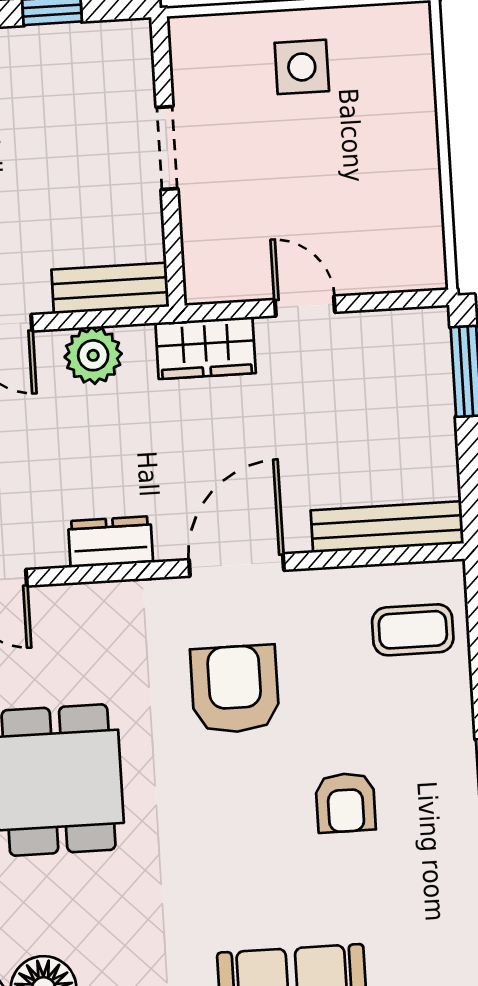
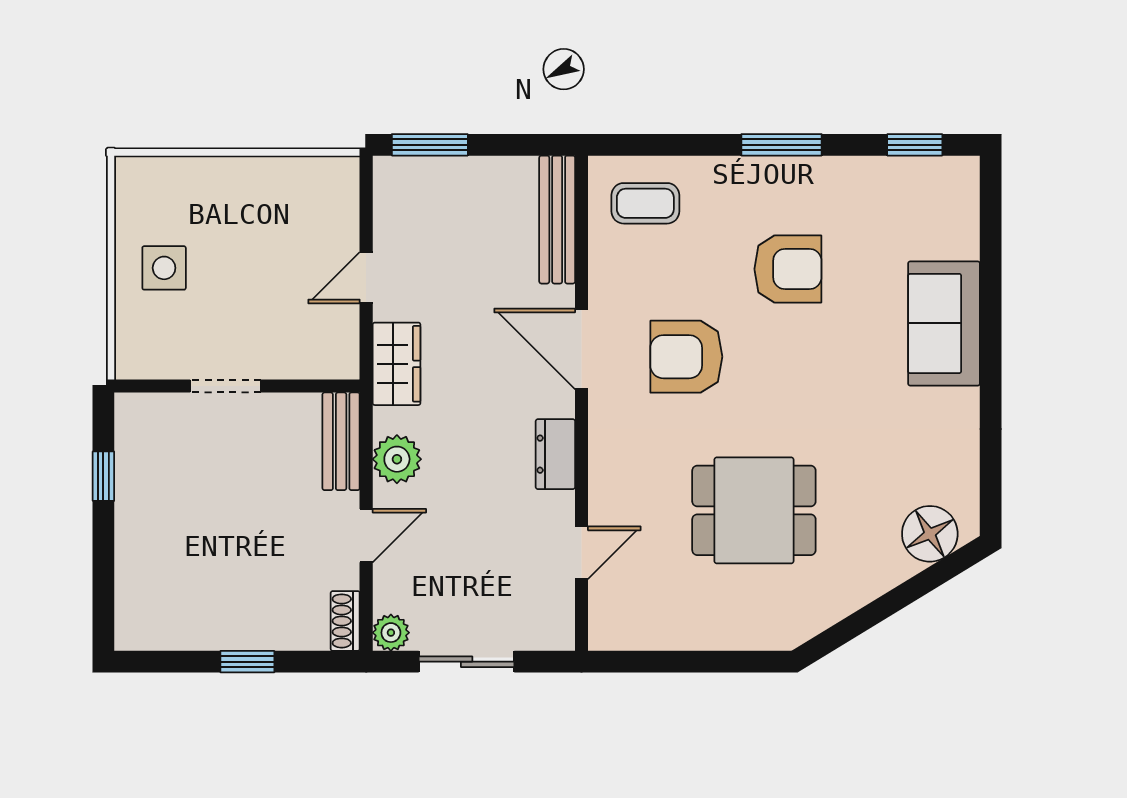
coffee table: (413, 630) -> (645, 203), turned 90
armchair: (346, 803) -> (788, 269), width x1.38, depth x1.38

